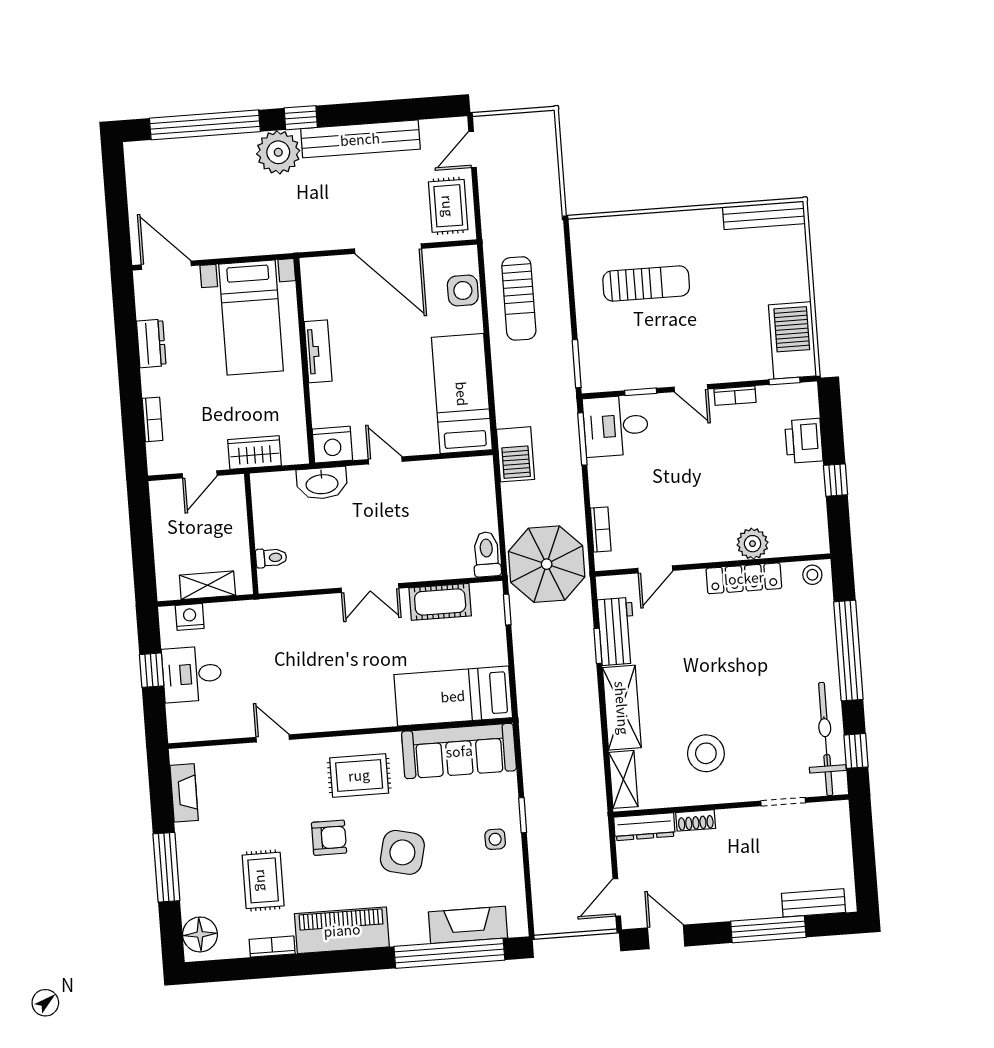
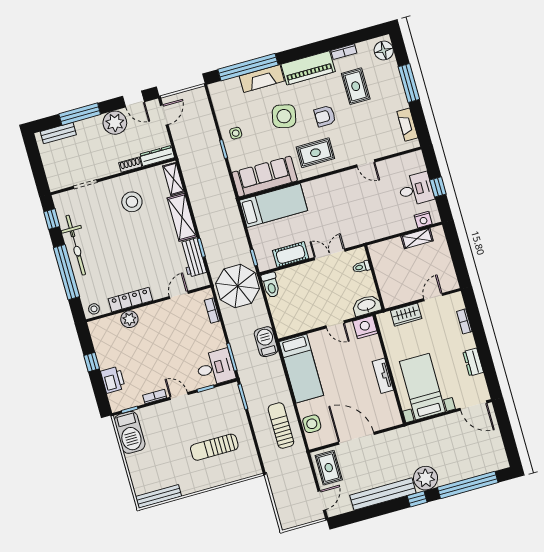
wall: (251, 534) -> (375, 278), moved
toilet: (271, 558) -> (361, 267), moved
bicycle: (826, 739) -> (76, 245), moved
plant: (708, 901) -> (115, 123), added
fireplace: (468, 925) -> (262, 79), moved

